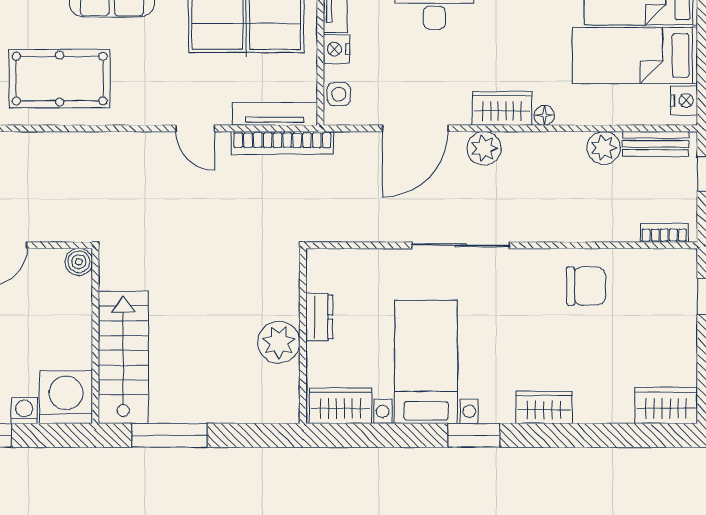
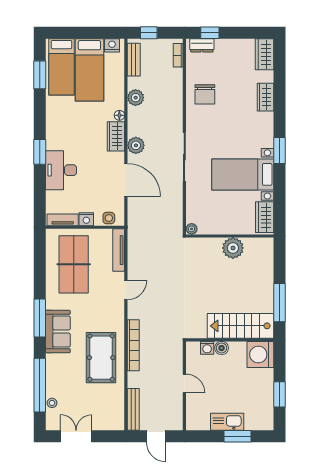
bookcase: (282, 143) -> (133, 345), moved
plant: (604, 148) -> (136, 98), moved
plant: (317, 260) -> (192, 229), added
boiler: (79, 262) -> (222, 348), moved
chair: (586, 286) -> (205, 94), turned 180
dresser: (319, 317) -> (202, 45), moved, turned 180
wardrobe: (544, 407) -> (266, 97), moved
washing machine: (24, 411) -> (207, 348), moved, turned -90

